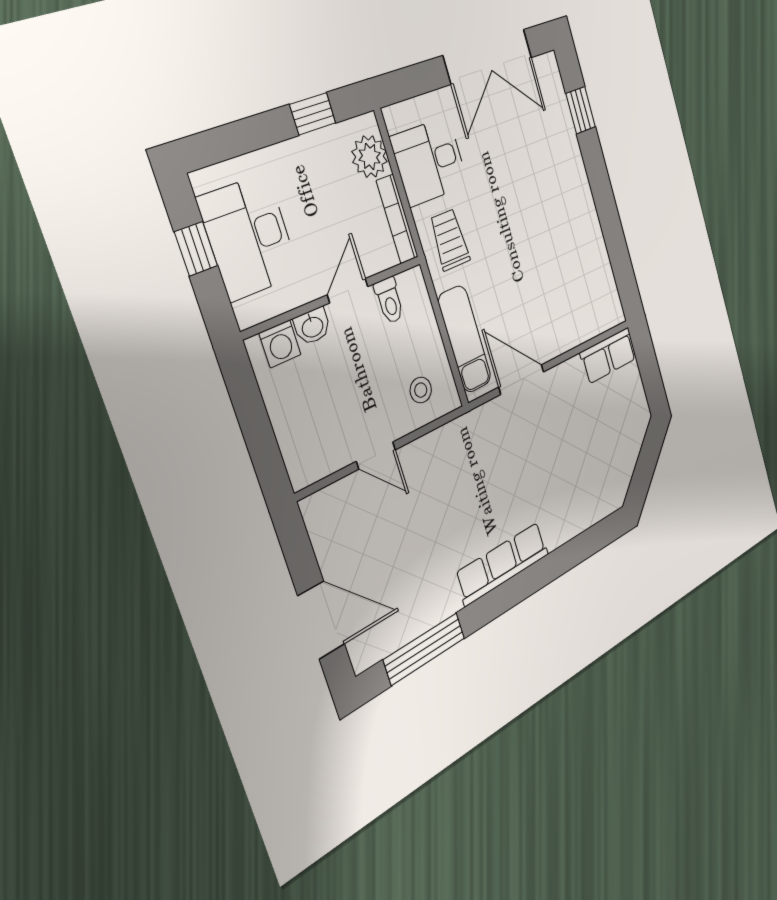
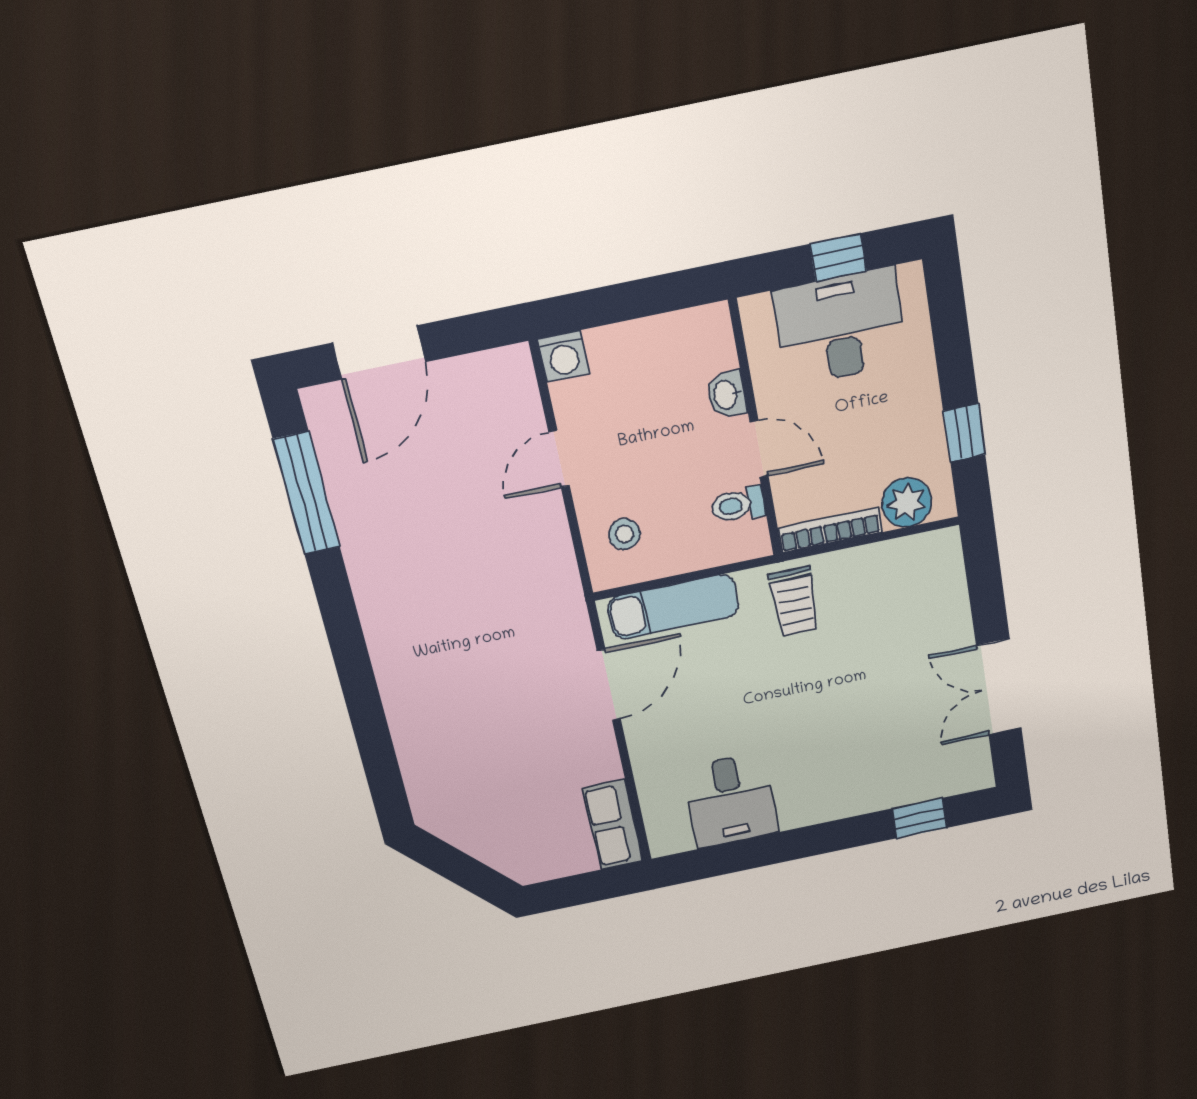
double door: (488, 56) -> (999, 687), width x0.73
desk: (429, 161) -> (731, 800), moved, turned 180
trolley: (450, 240) -> (794, 601), turned 90
washing machine: (280, 344) -> (564, 356), moved, turned -90
row of seats: (502, 564) -> (385, 625), removed

